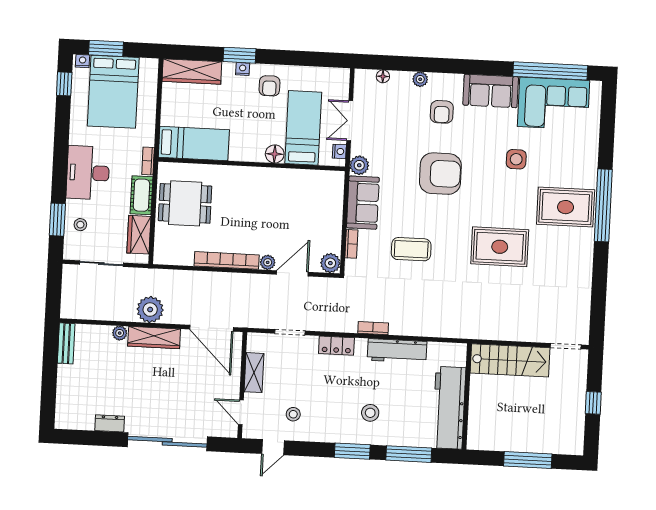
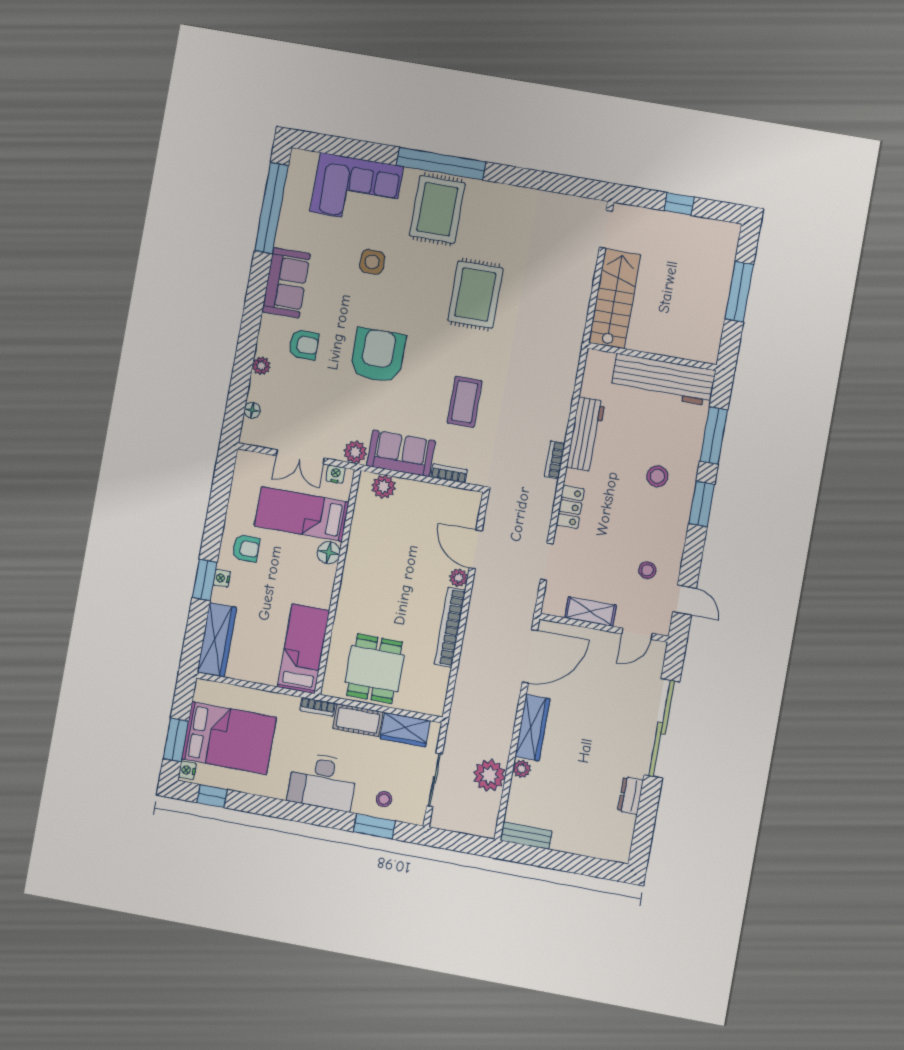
corner sofa: (554, 103) -> (357, 189), moved, turned 90
plant: (330, 263) -> (384, 487), moved
plant: (150, 310) -> (489, 775), moved

